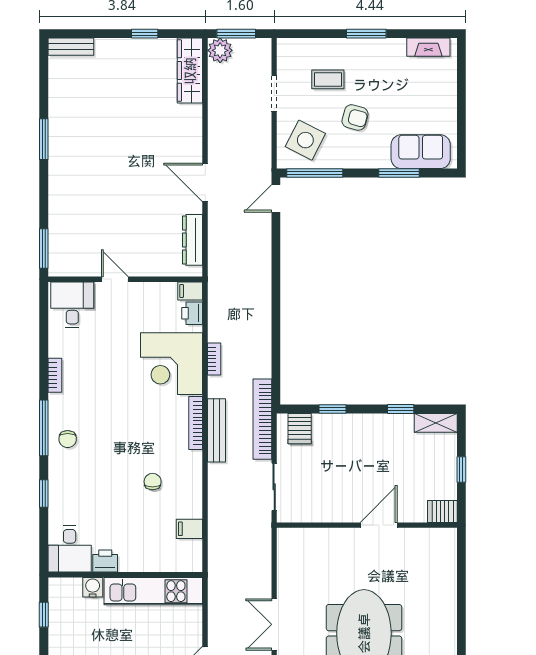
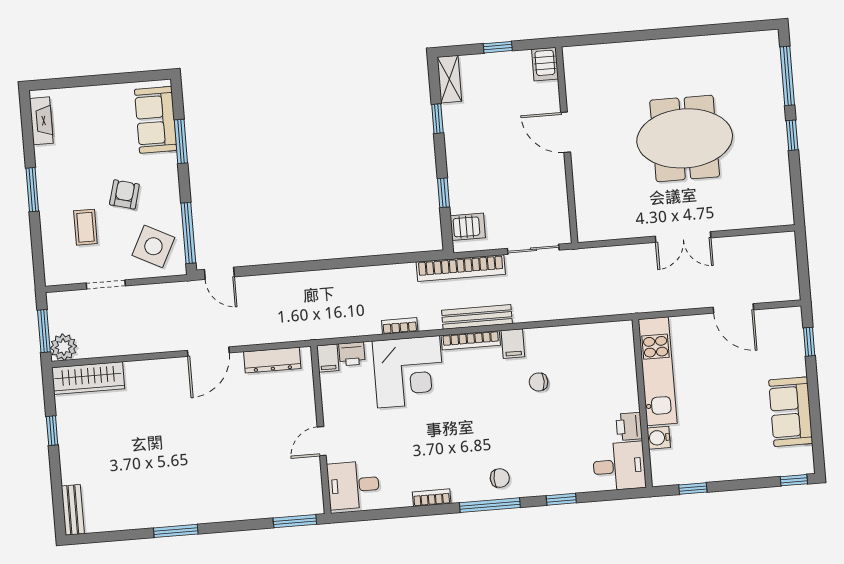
filing cabinet: (189, 529) -> (513, 344), moved

